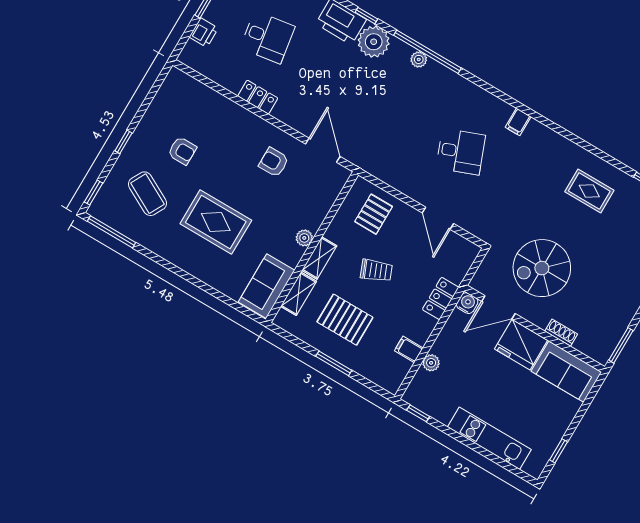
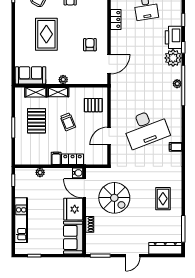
desk: (461, 152) -> (146, 128), width x1.87, depth x1.30
spiral stairs: (542, 268) -> (114, 198), turned 180
filing cabinet: (409, 349) -> (56, 158), moved

